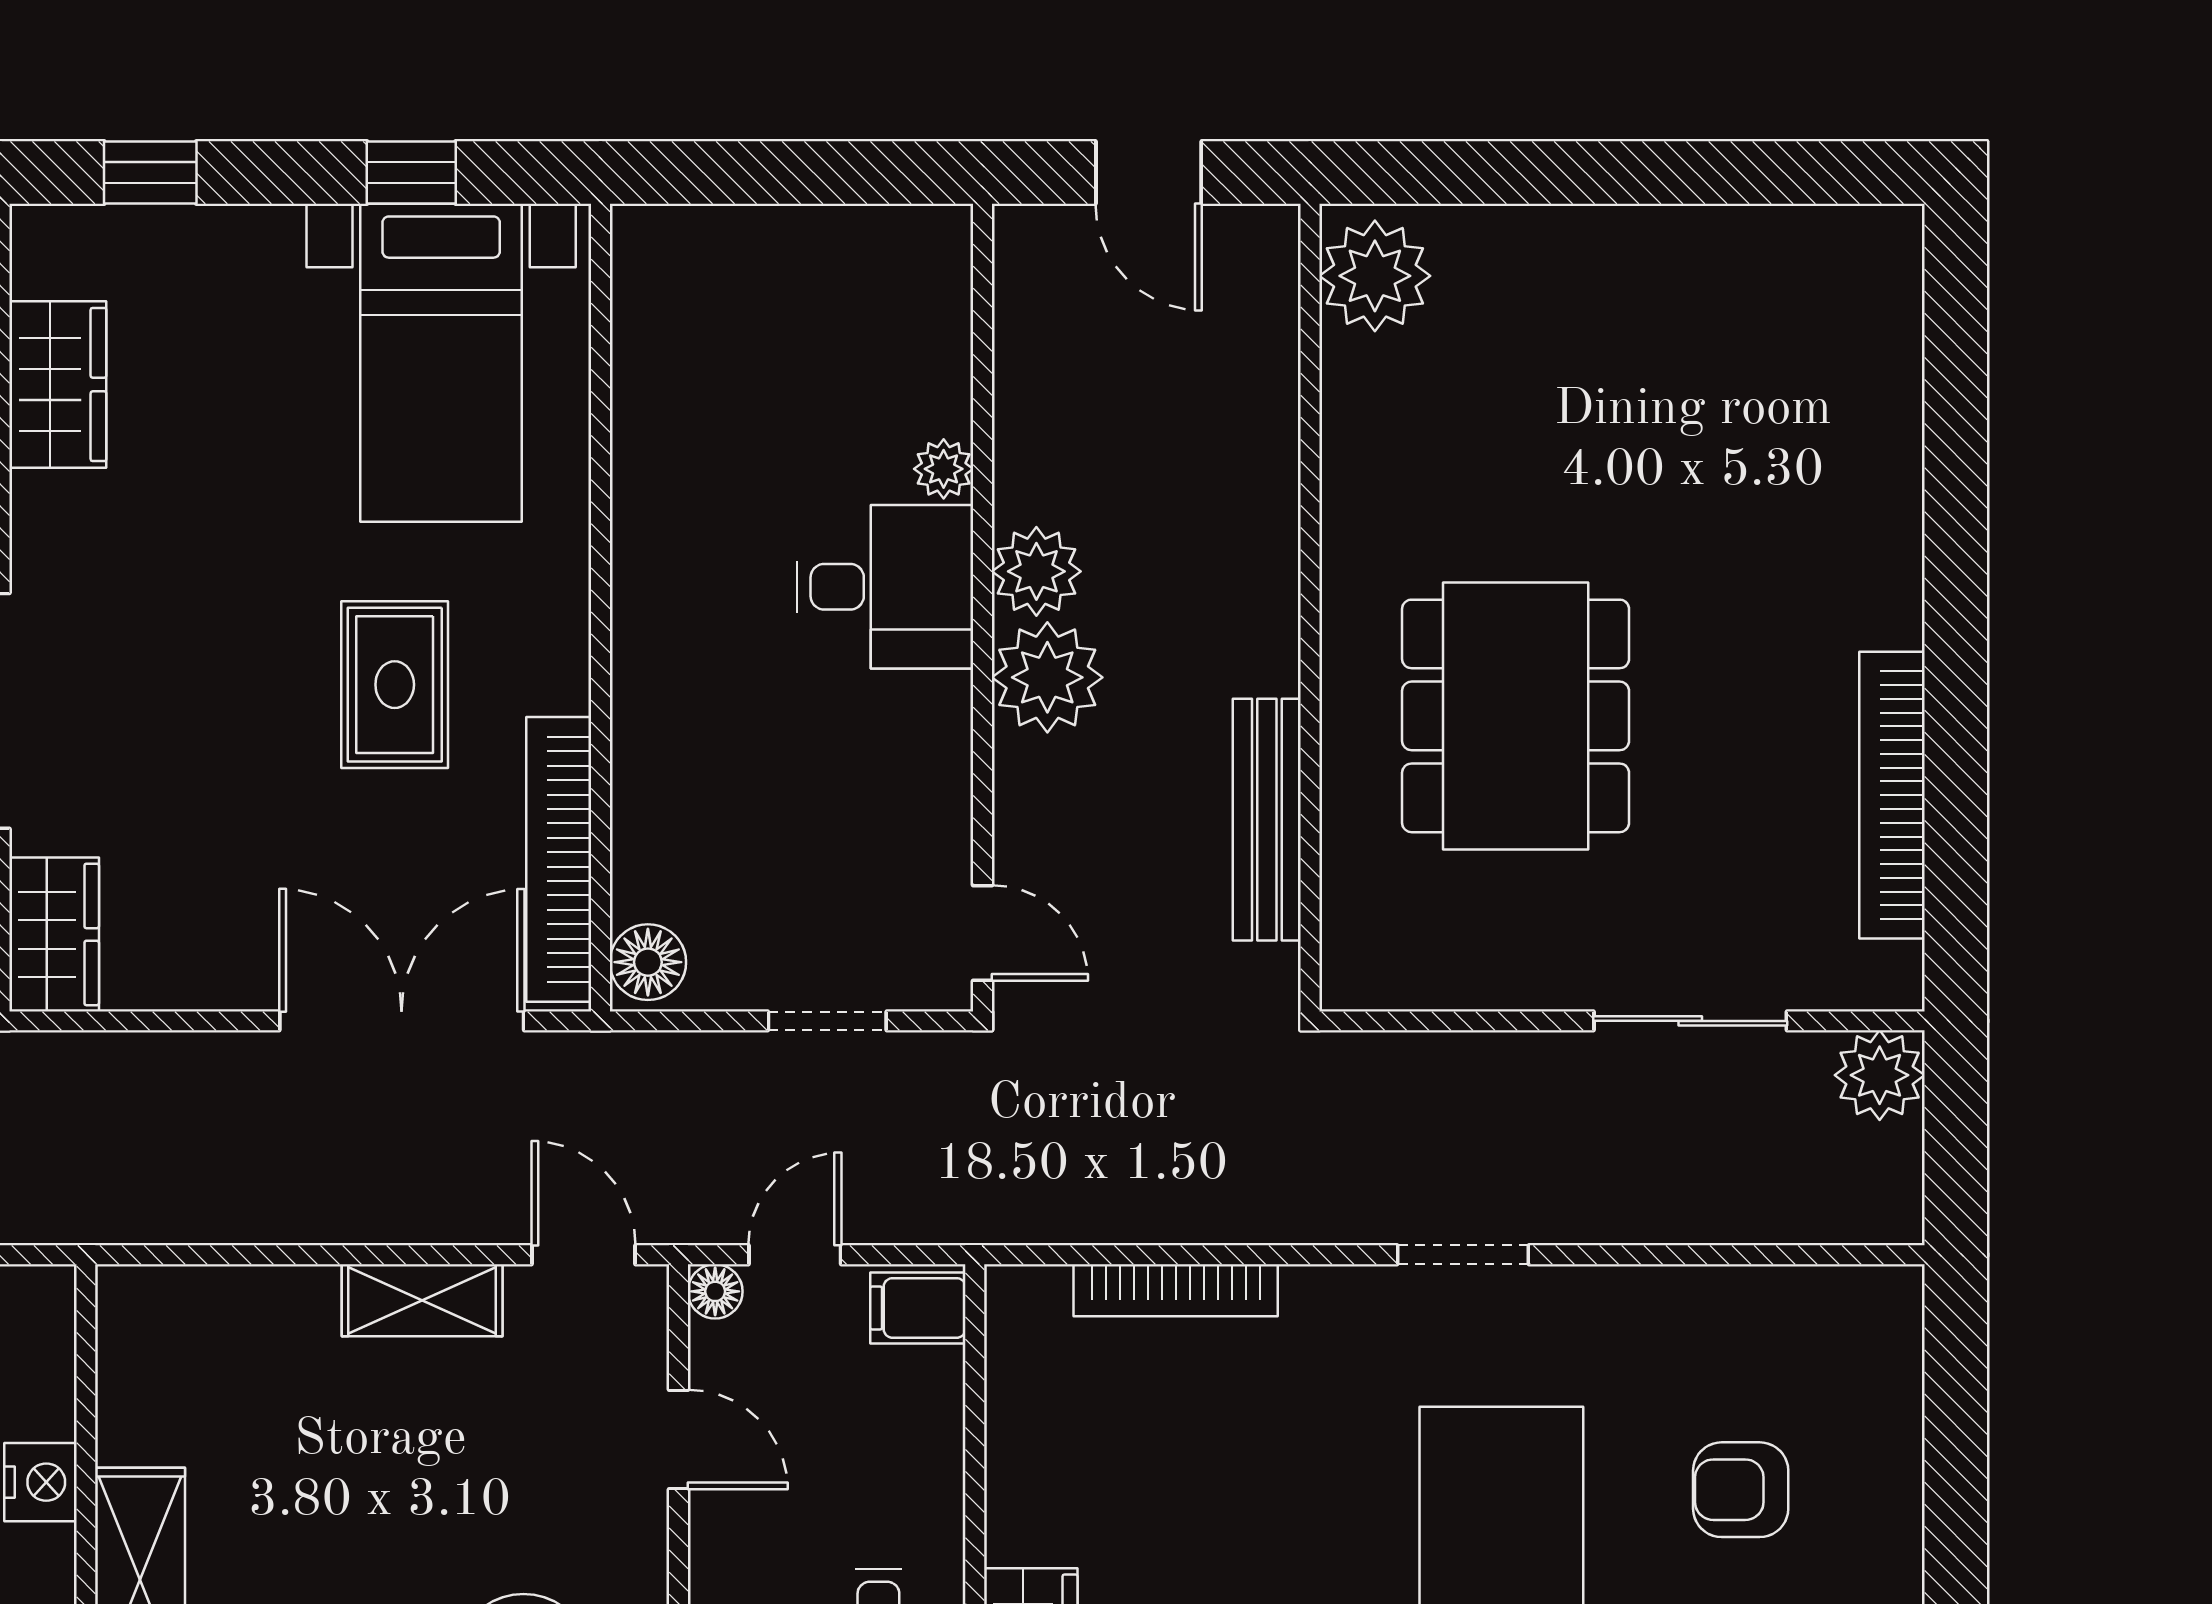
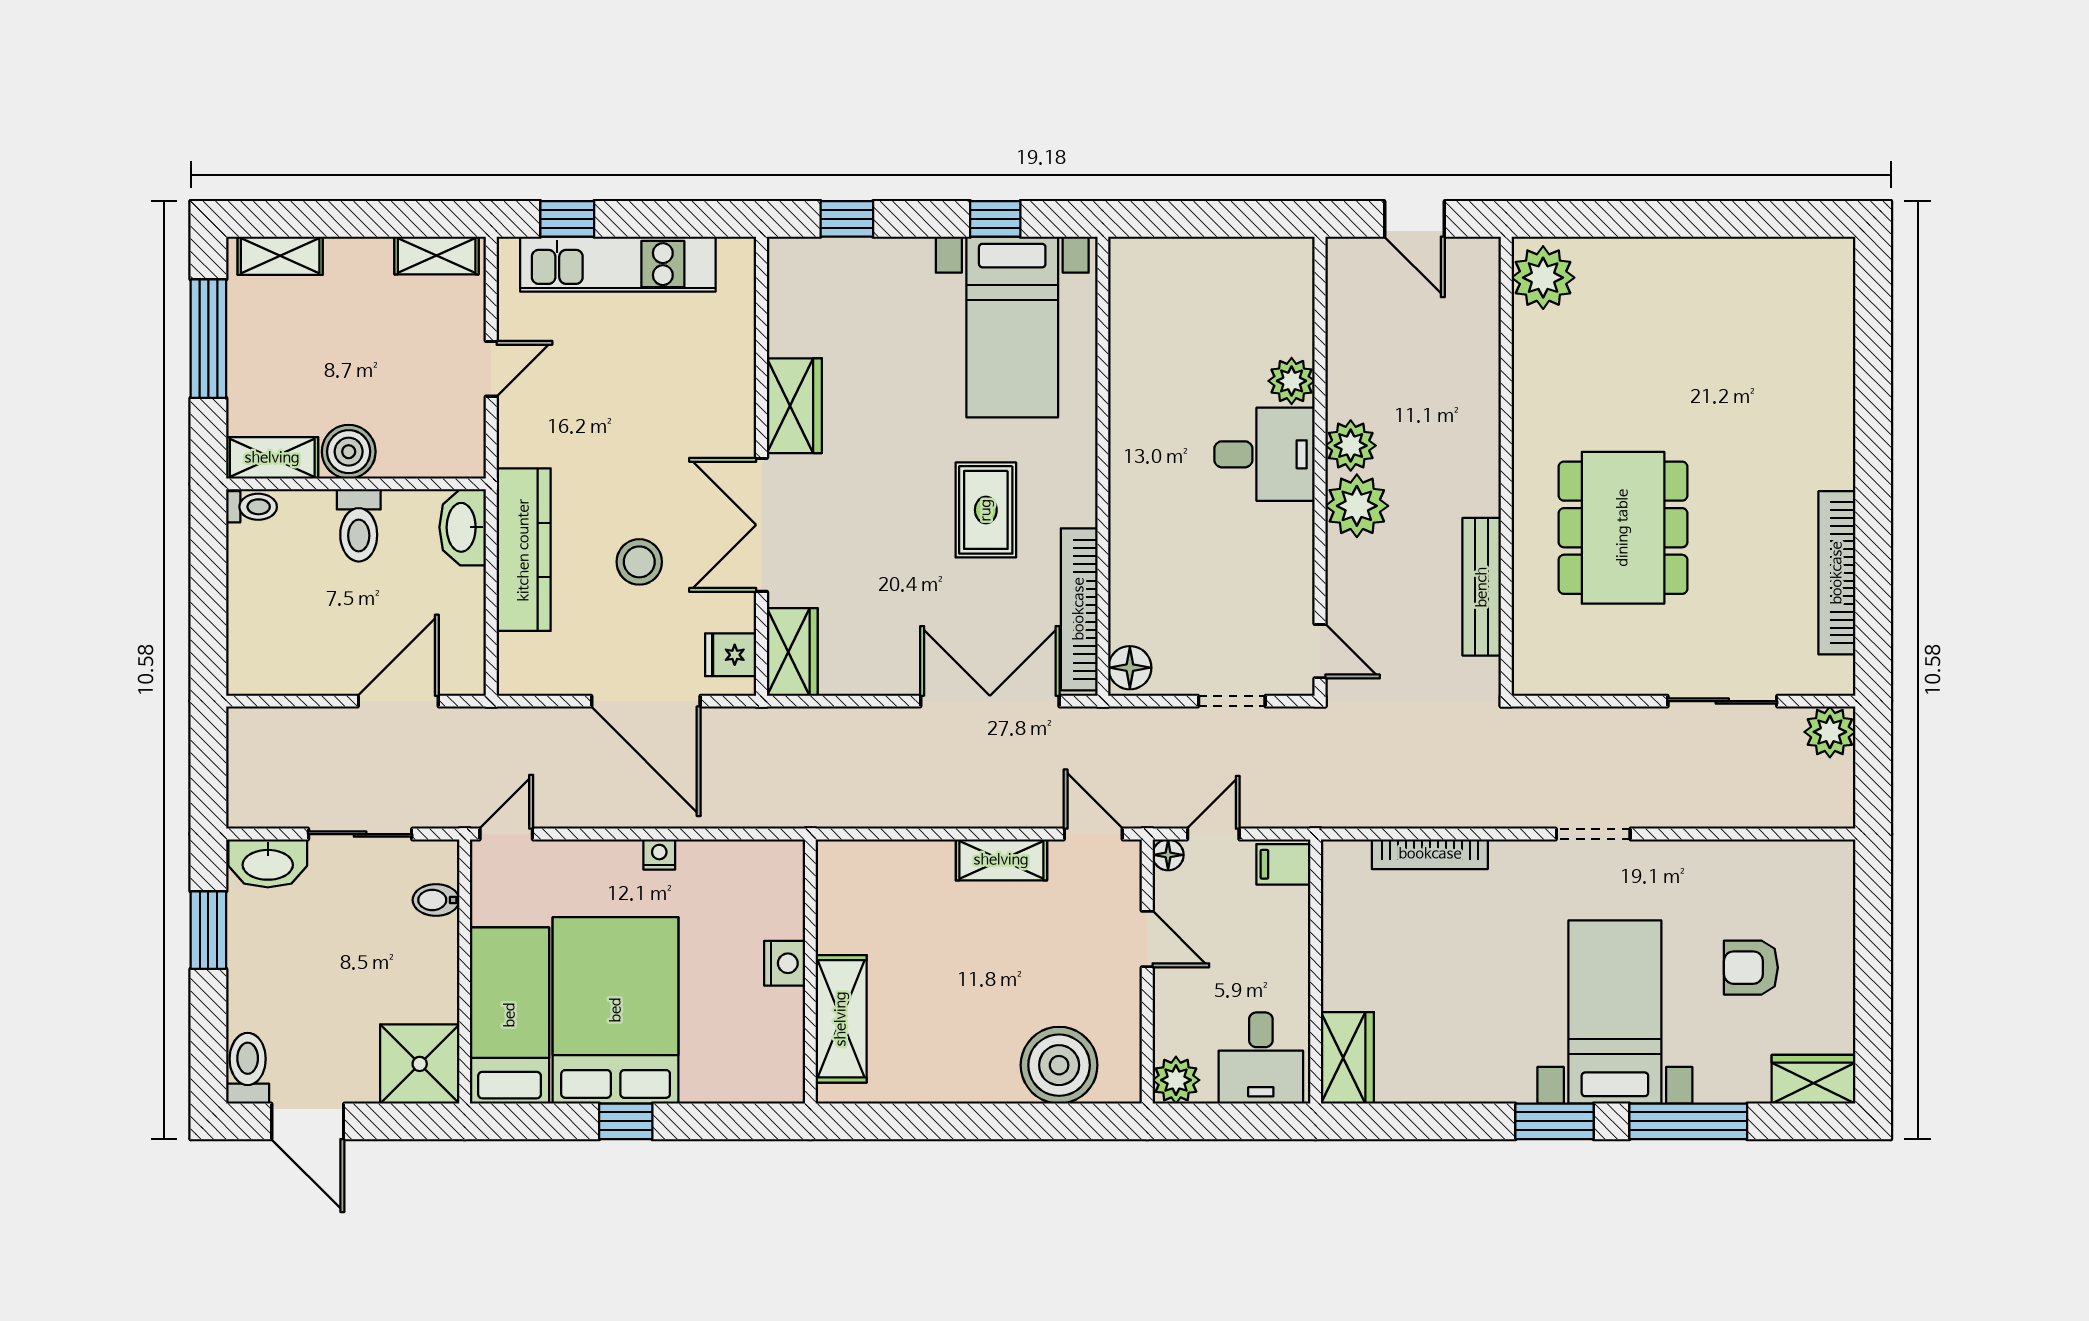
wardrobe: (58, 385) -> (794, 406), moved
plant: (944, 469) -> (1292, 381), width x1.38, depth x1.38

